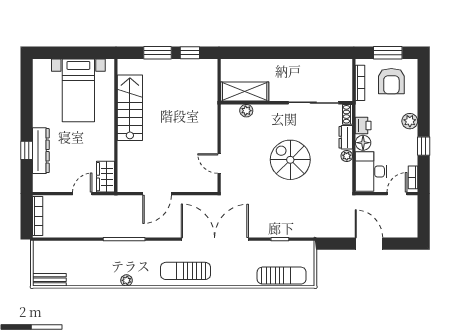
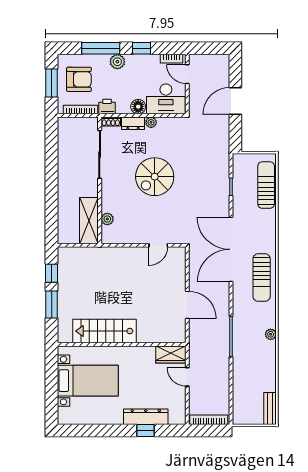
window: (424, 104) -> (101, 48), added
printer: (363, 125) -> (107, 107), moved

